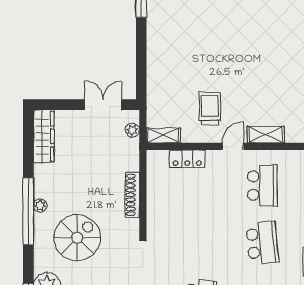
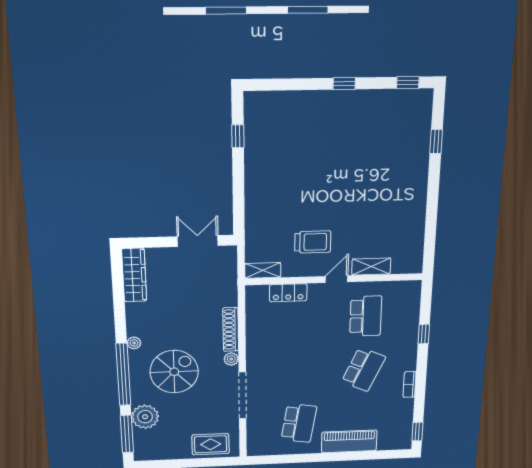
trolley: (210, 108) -> (313, 242), turned 90
plant: (132, 130) -> (231, 359), moved
window: (28, 211) -> (123, 374), moved
school desk: (262, 243) -> (364, 369), turned 30

